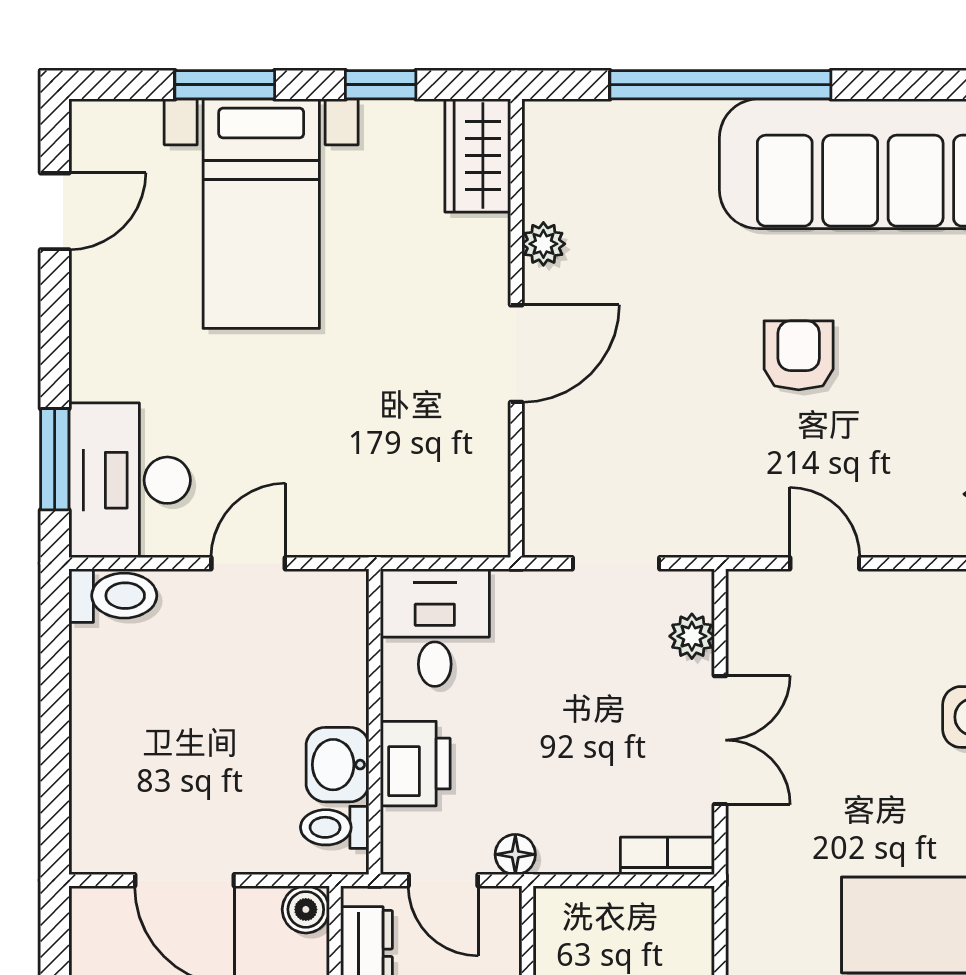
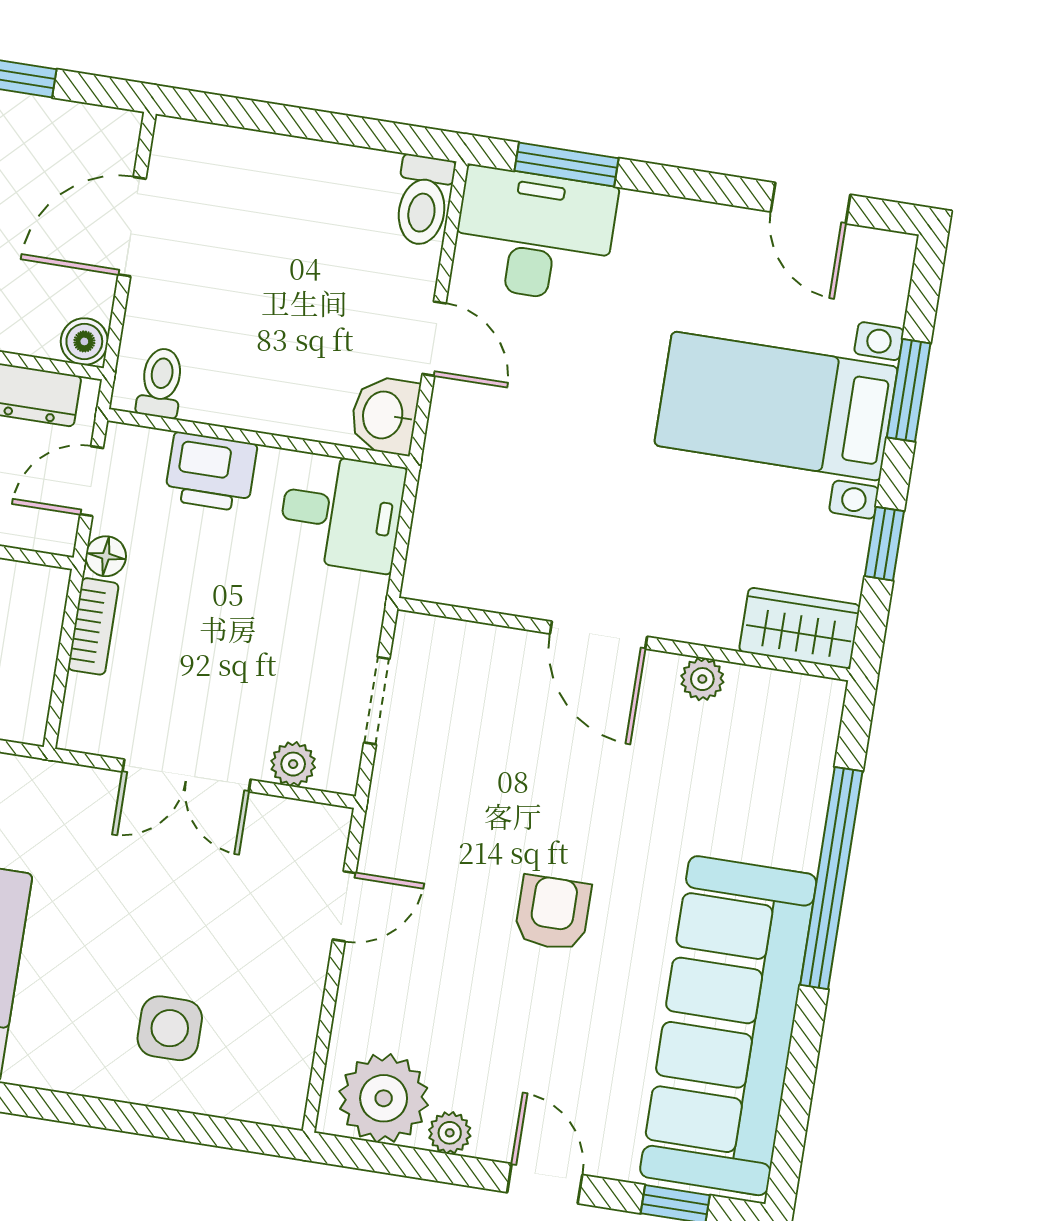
armchair: (799, 355) -> (553, 913), turned -90
washbasin: (337, 765) -> (385, 415), moved, turned -90
bookcase: (667, 856) -> (93, 626), moved

